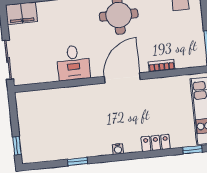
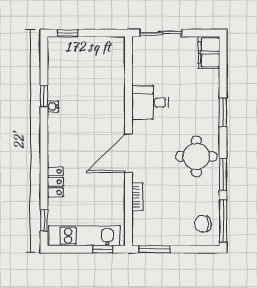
door: (122, 78) -> (128, 153), swing flipped
water cooler: (118, 149) -> (53, 106), moved

